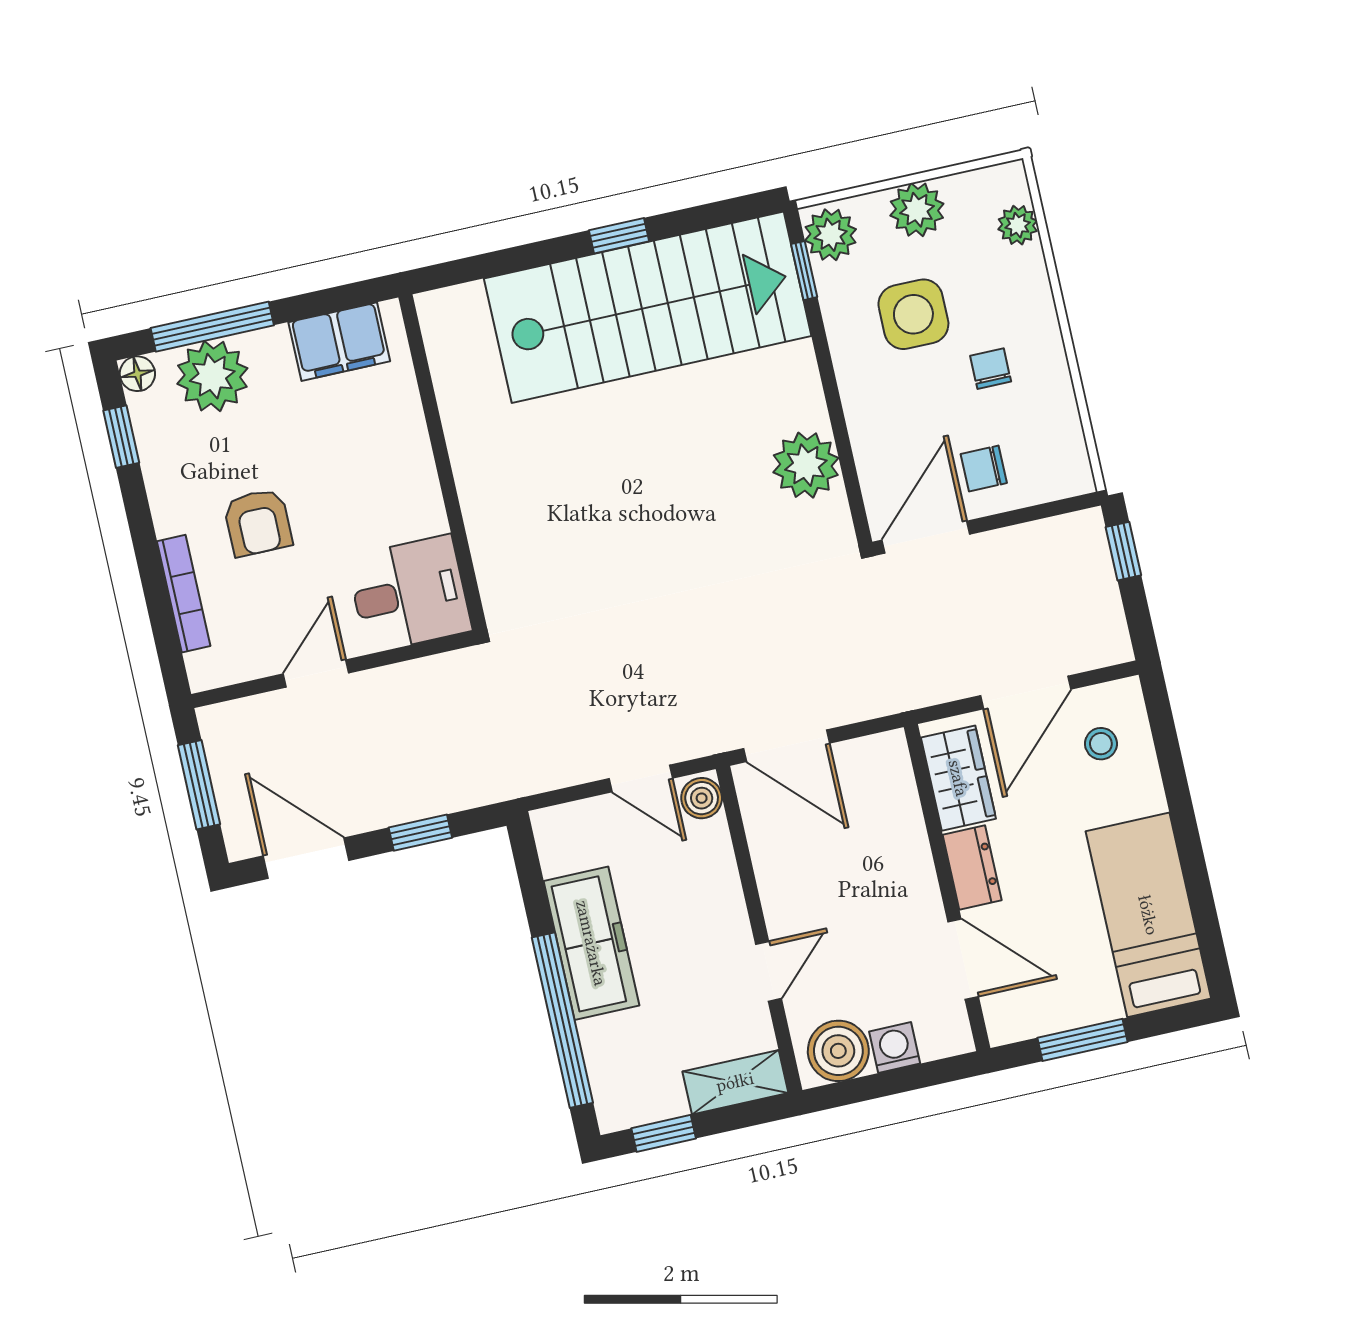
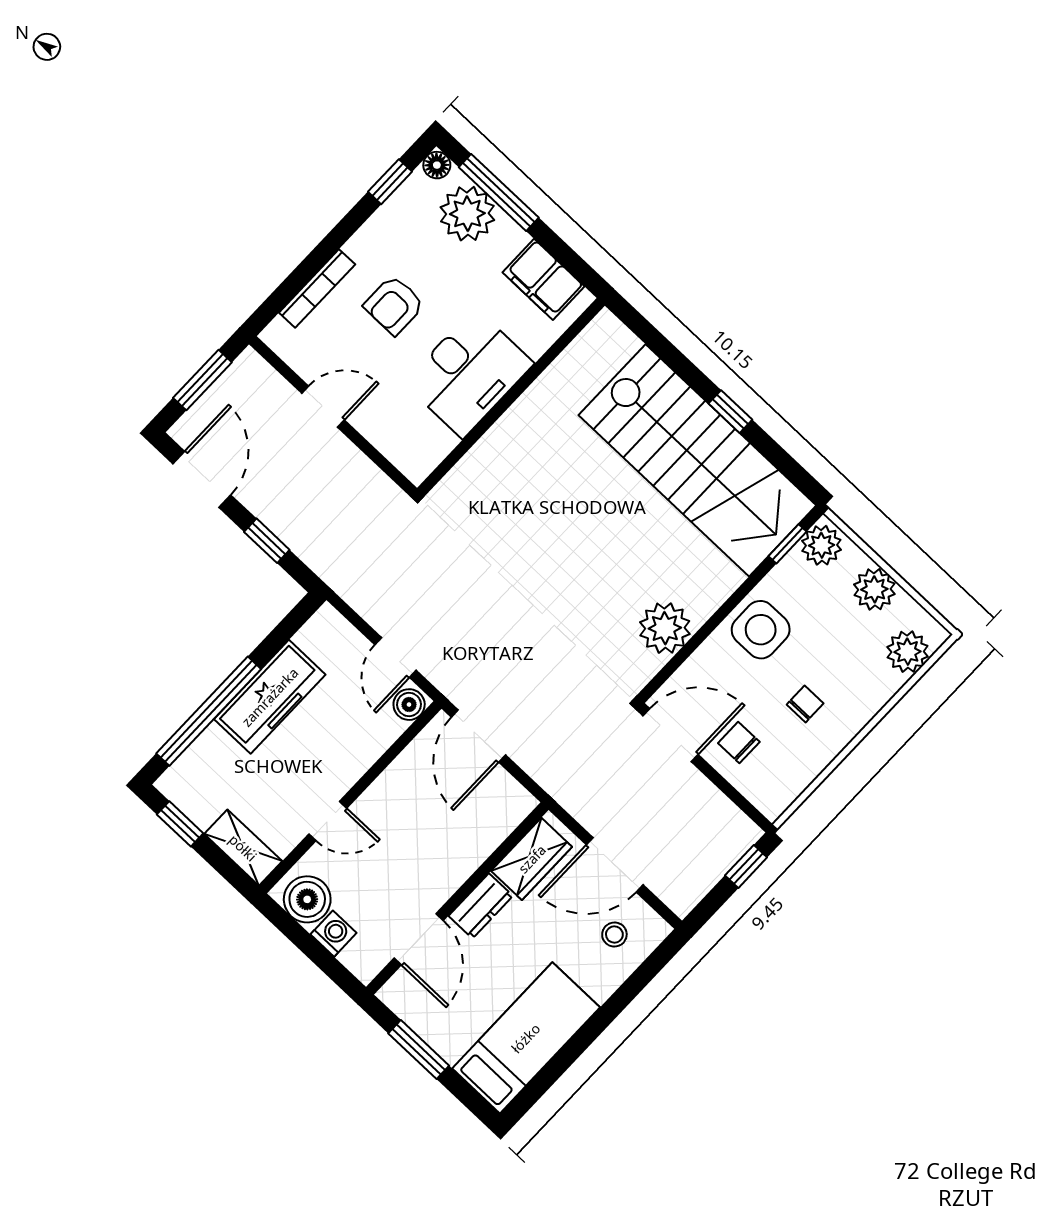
plant: (1018, 225) -> (908, 652), width x1.38, depth x1.38
side table: (913, 314) -> (761, 630), moved
desk: (409, 594) -> (469, 373), moved, width x1.37

